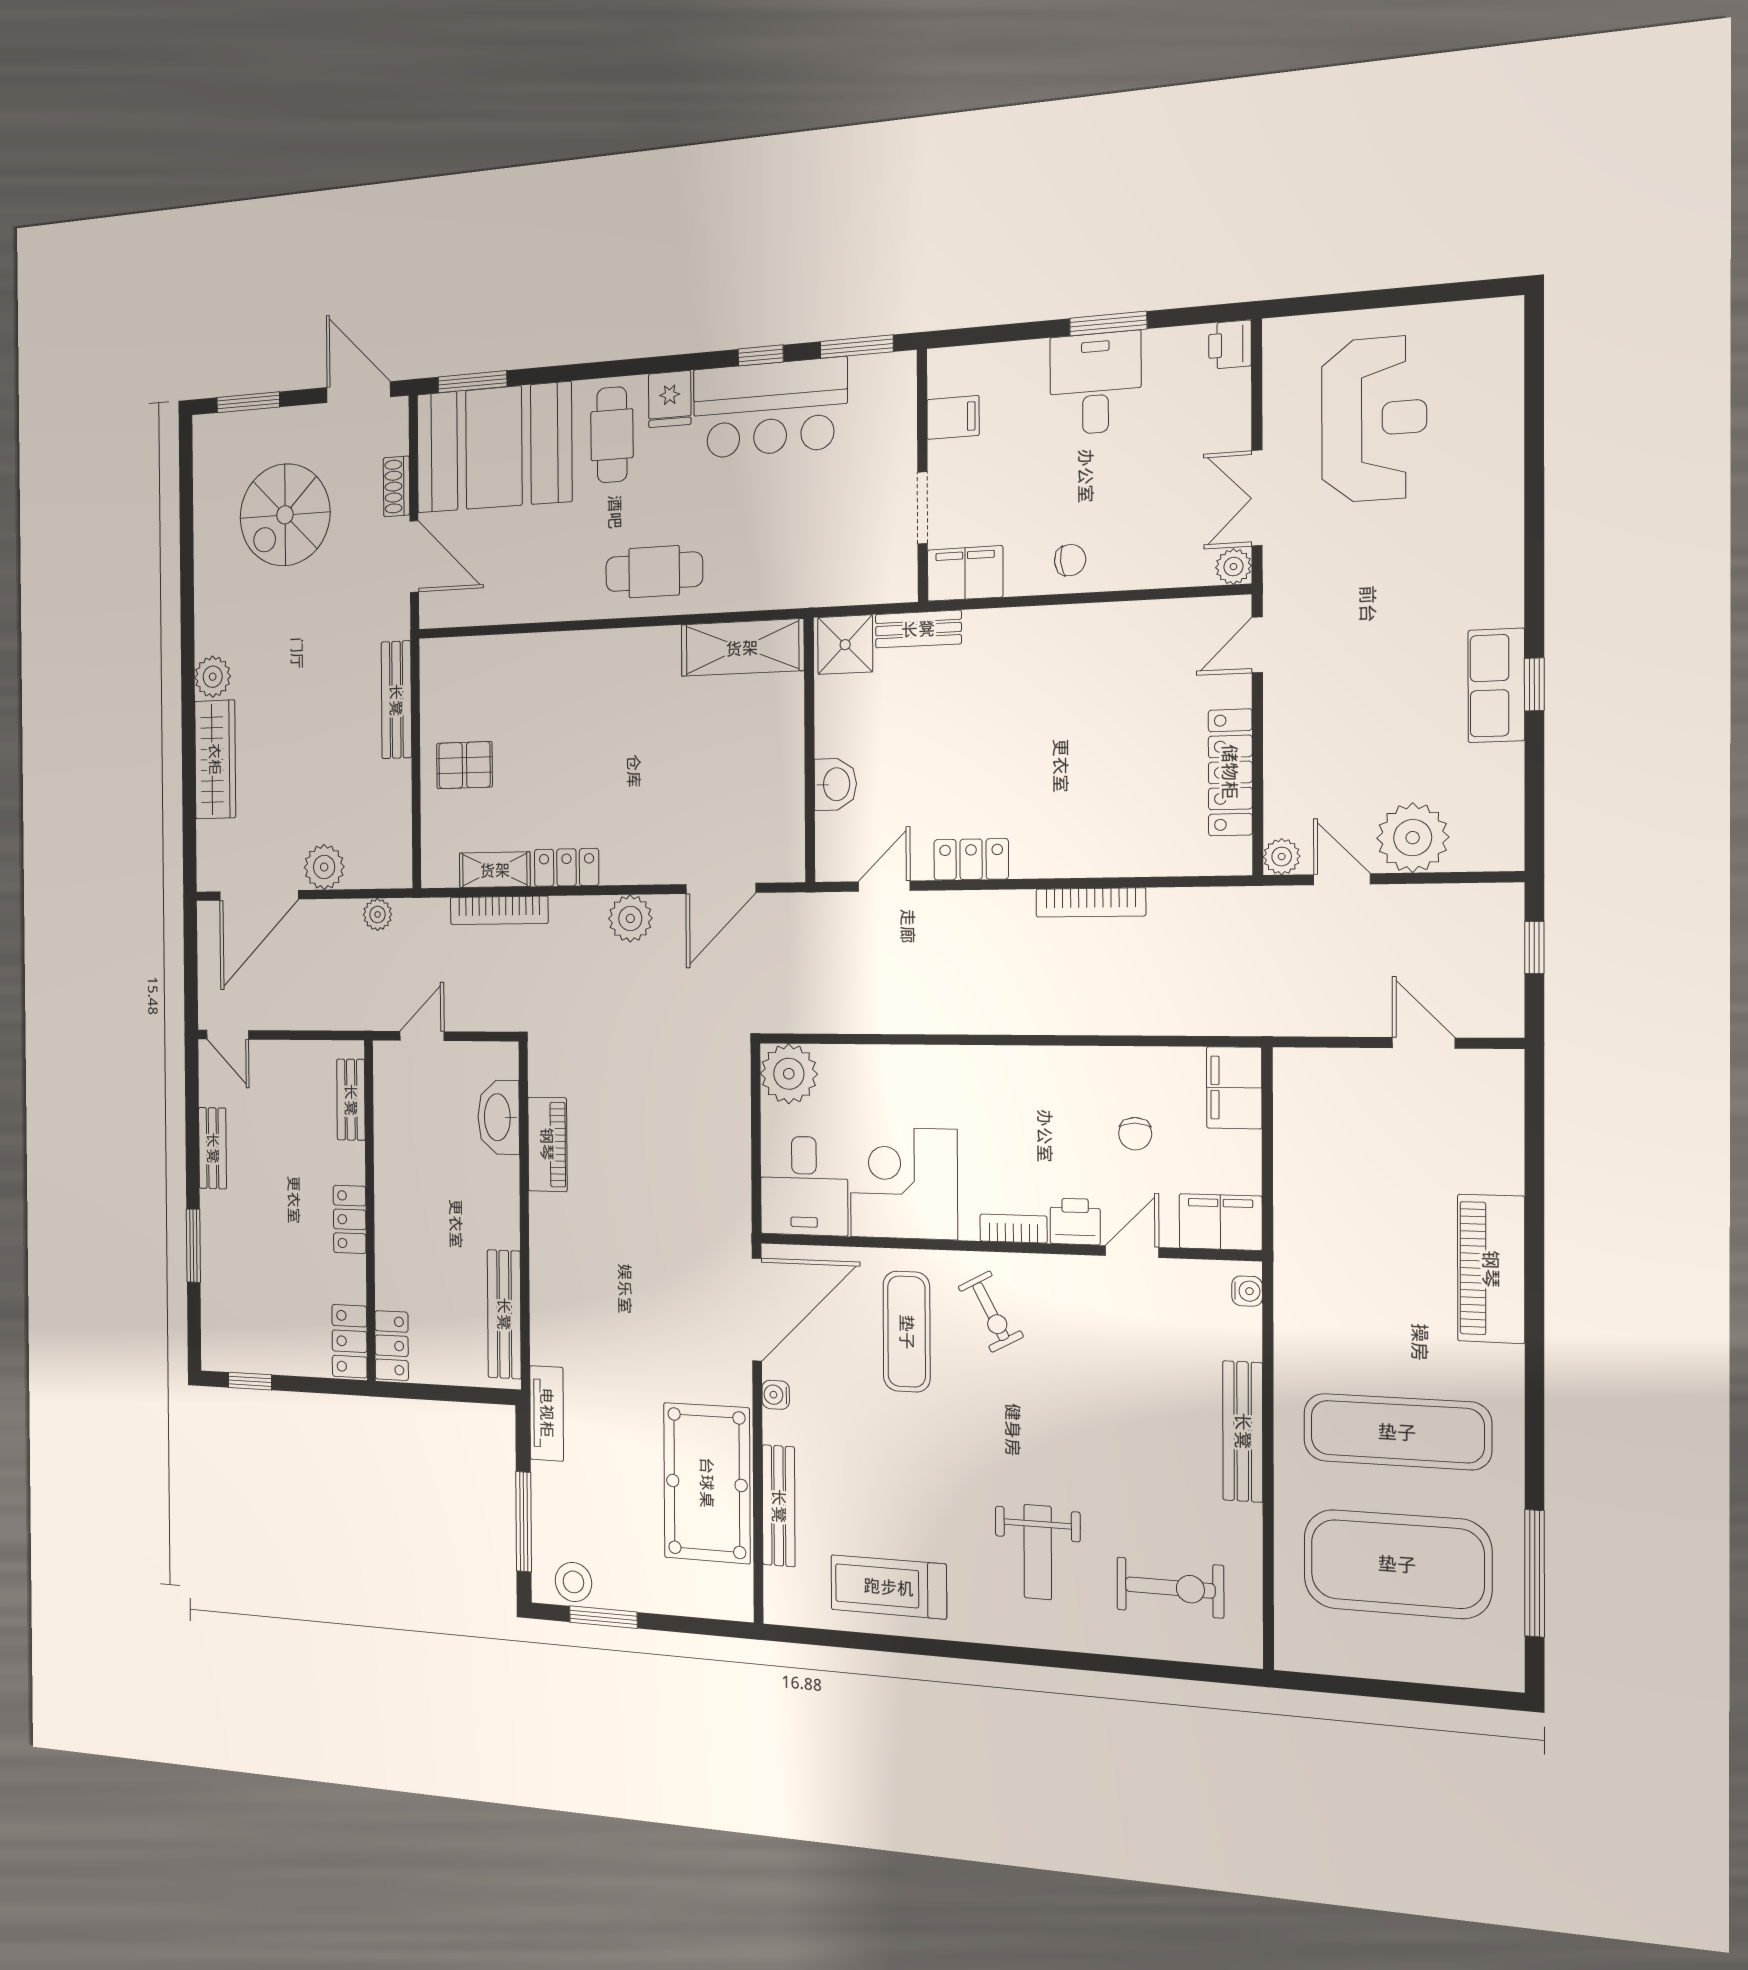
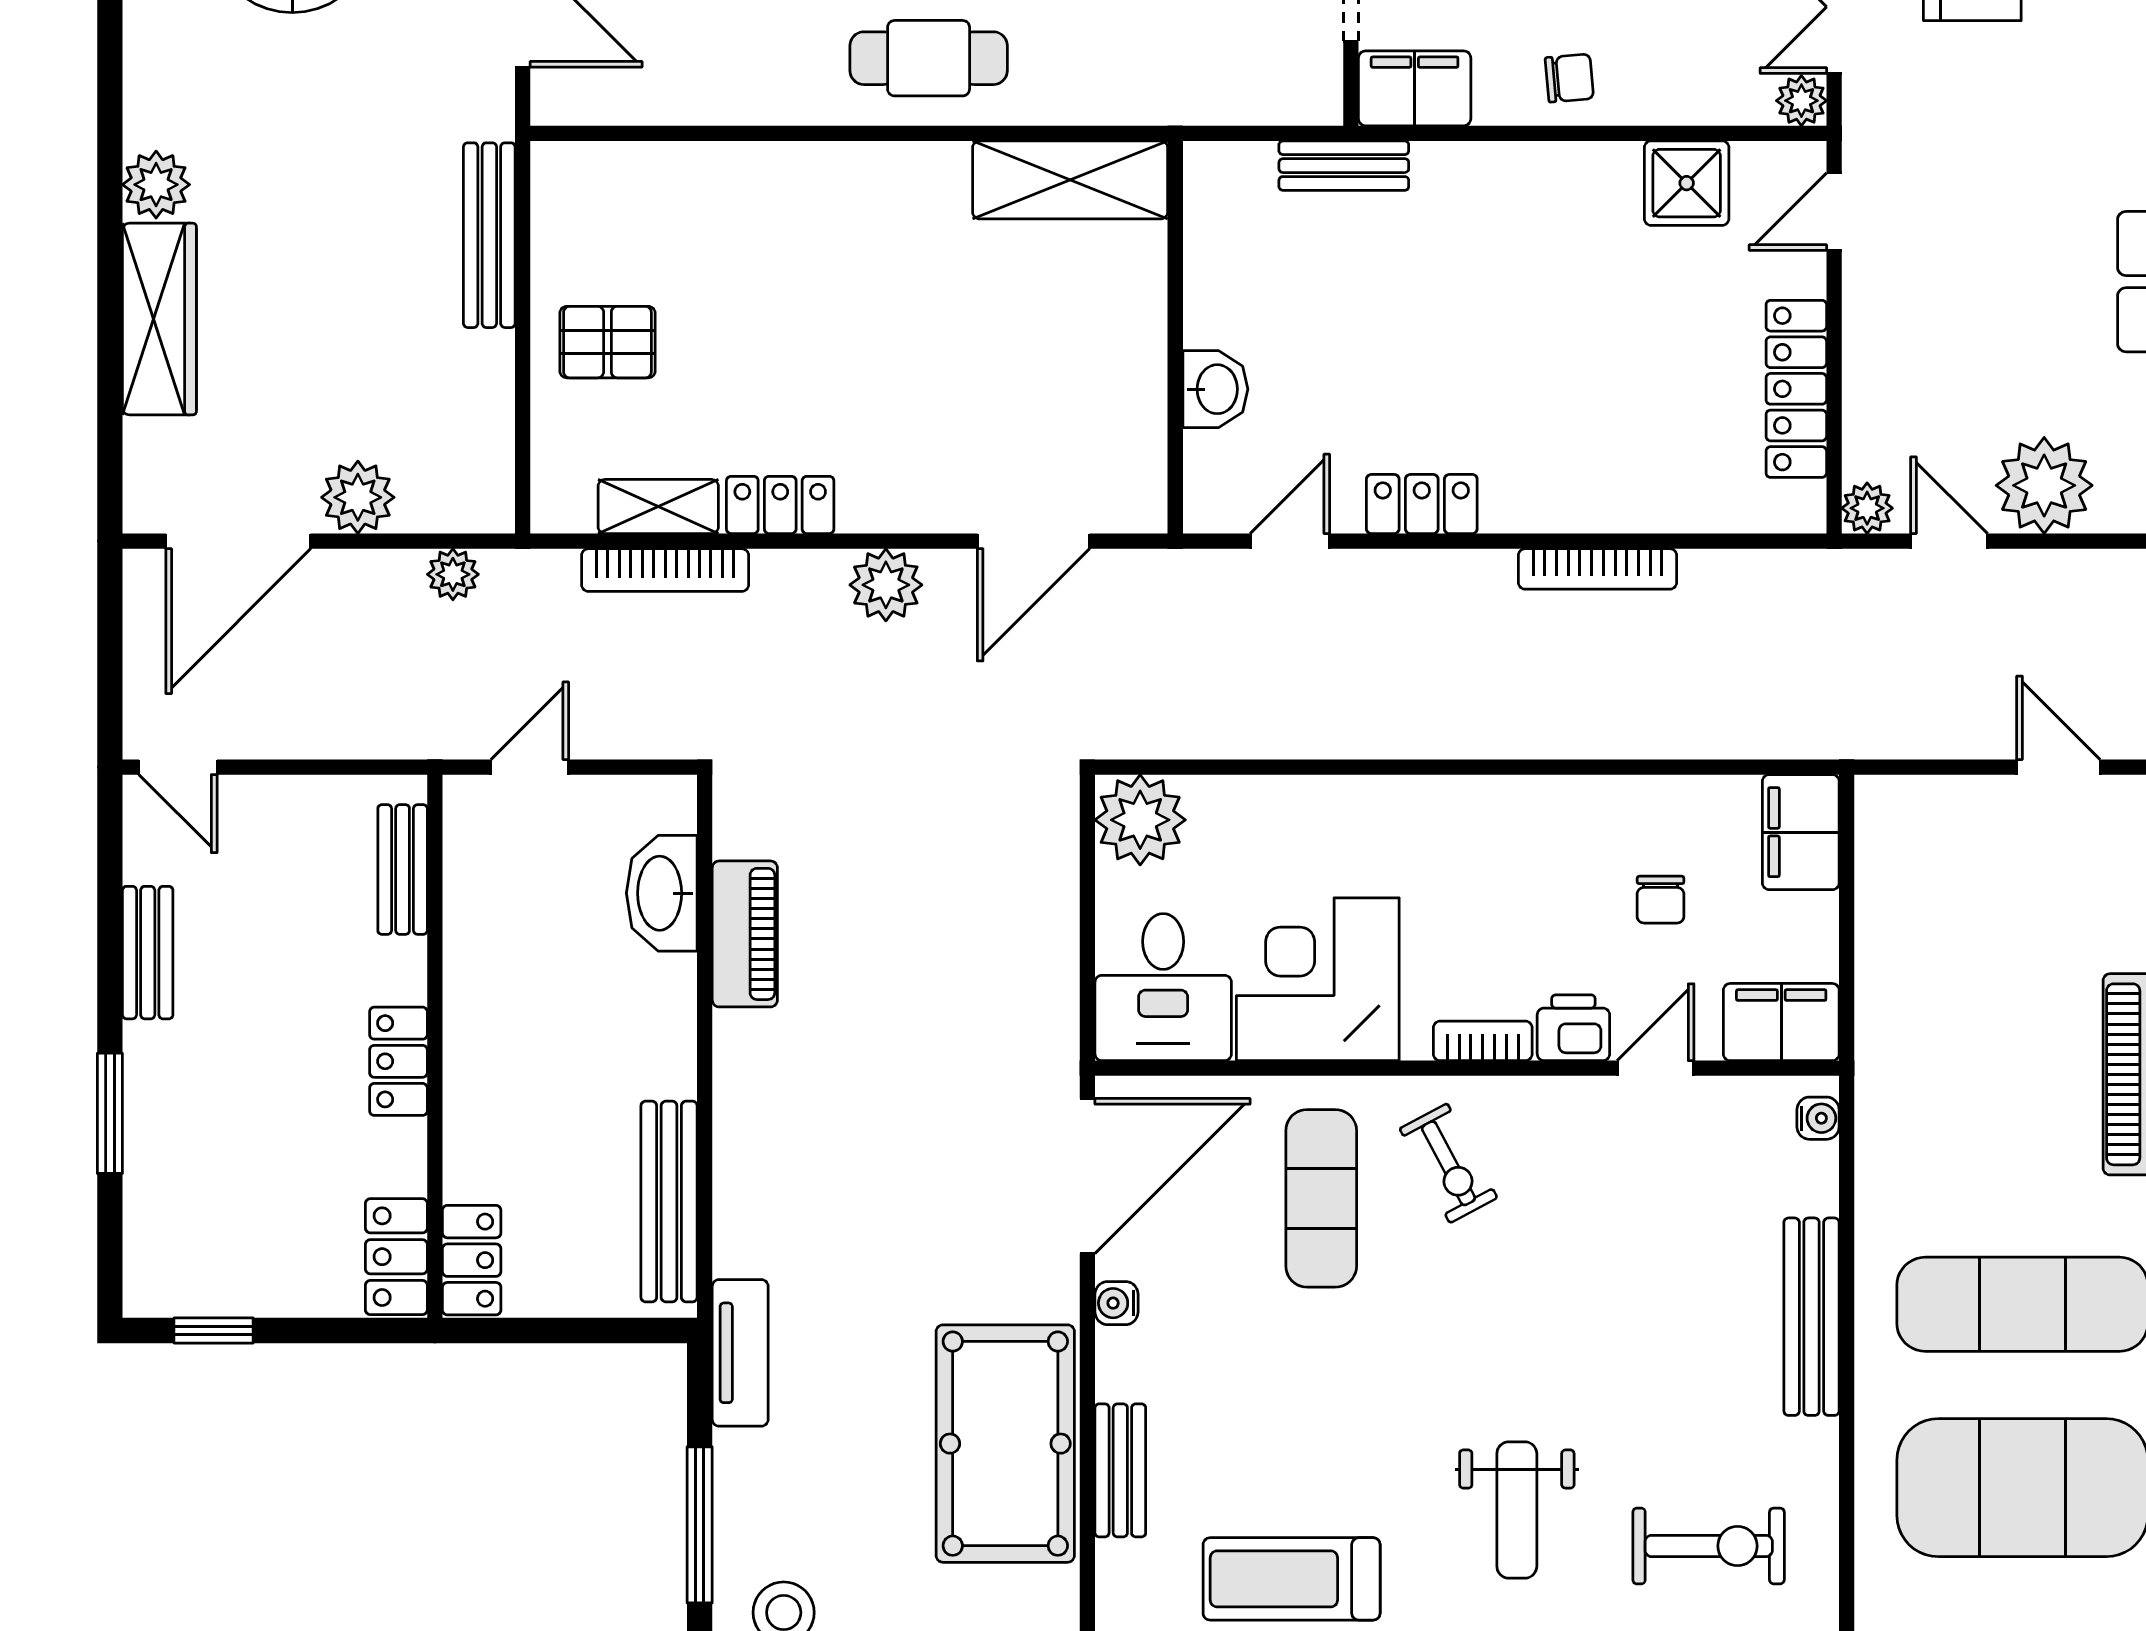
shower: (845, 645) -> (1687, 183), moved
bench: (779, 1506) -> (1120, 1470), width x0.73

